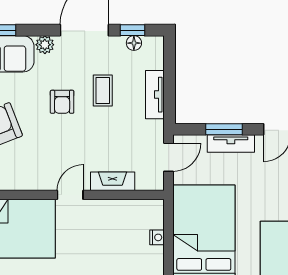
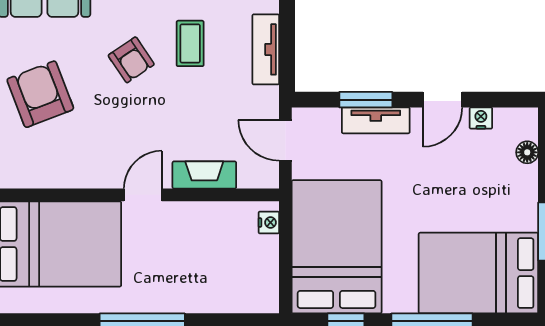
armchair: (62, 102) -> (131, 60), turned -34
door: (168, 157) -> (285, 140), swing flipped
nightstand: (157, 237) -> (269, 222), moved

